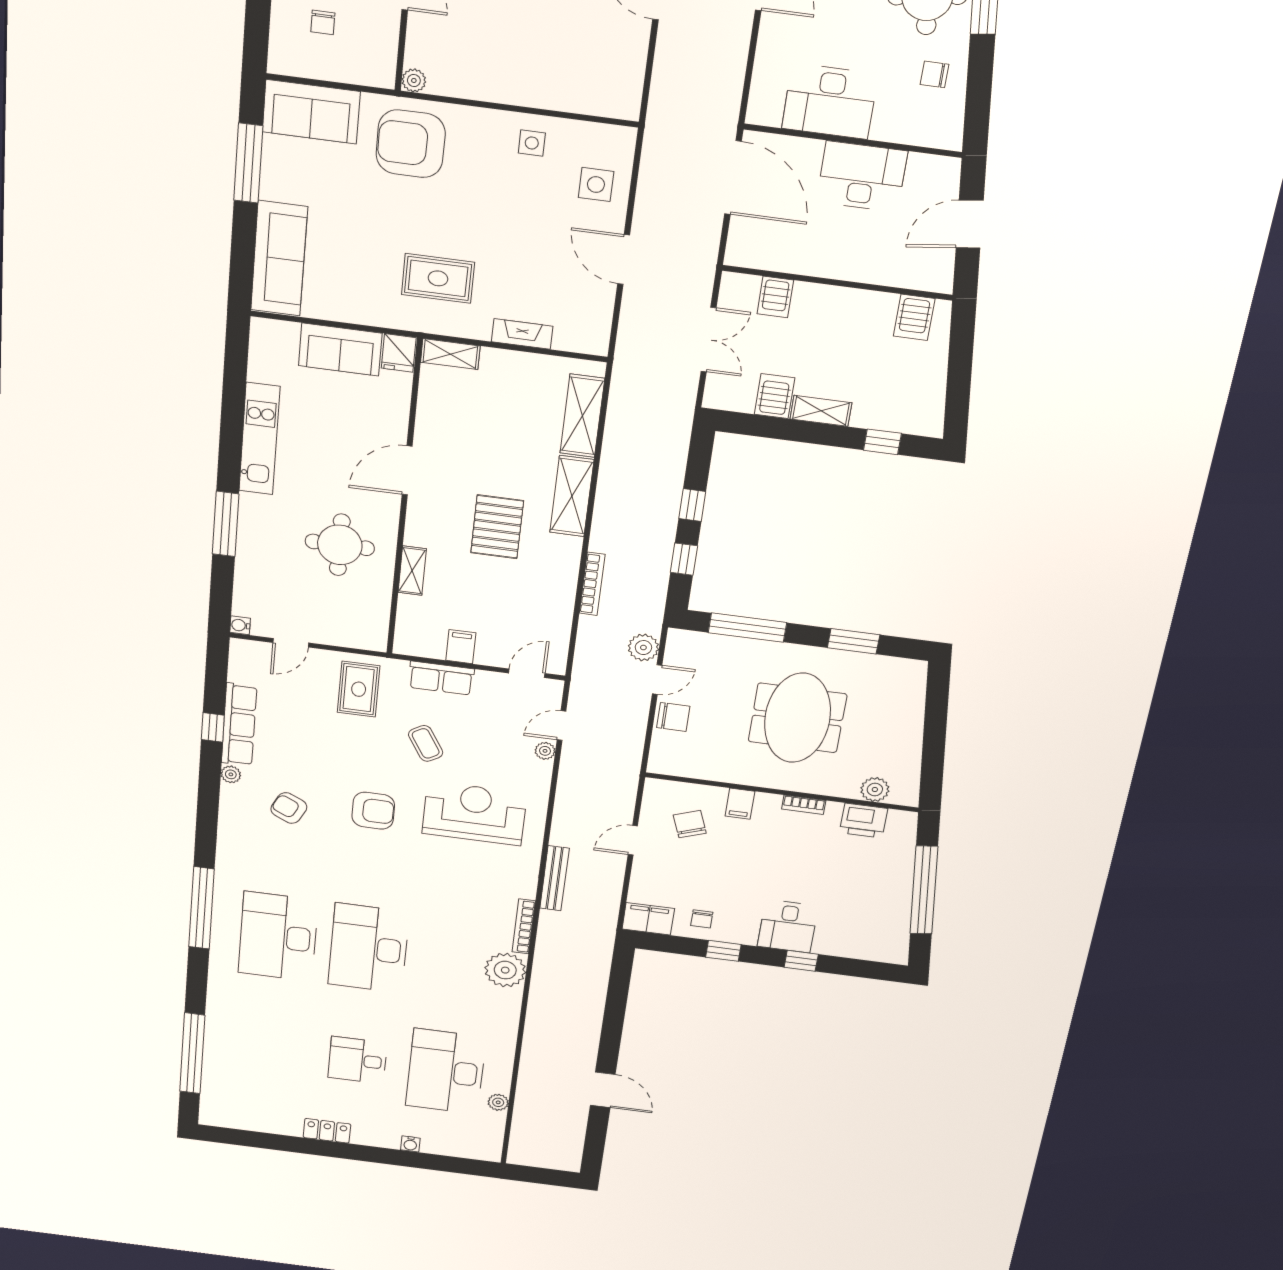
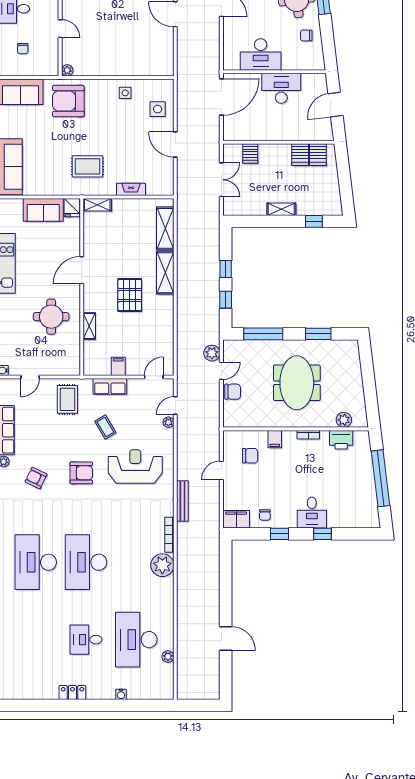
door: (733, 178) -> (221, 97), hinge flipped
server rack: (775, 396) -> (300, 155), moved, turned 180
bookcase: (592, 584) -> (181, 320), removed
chair: (690, 824) -> (250, 456), turned 110

